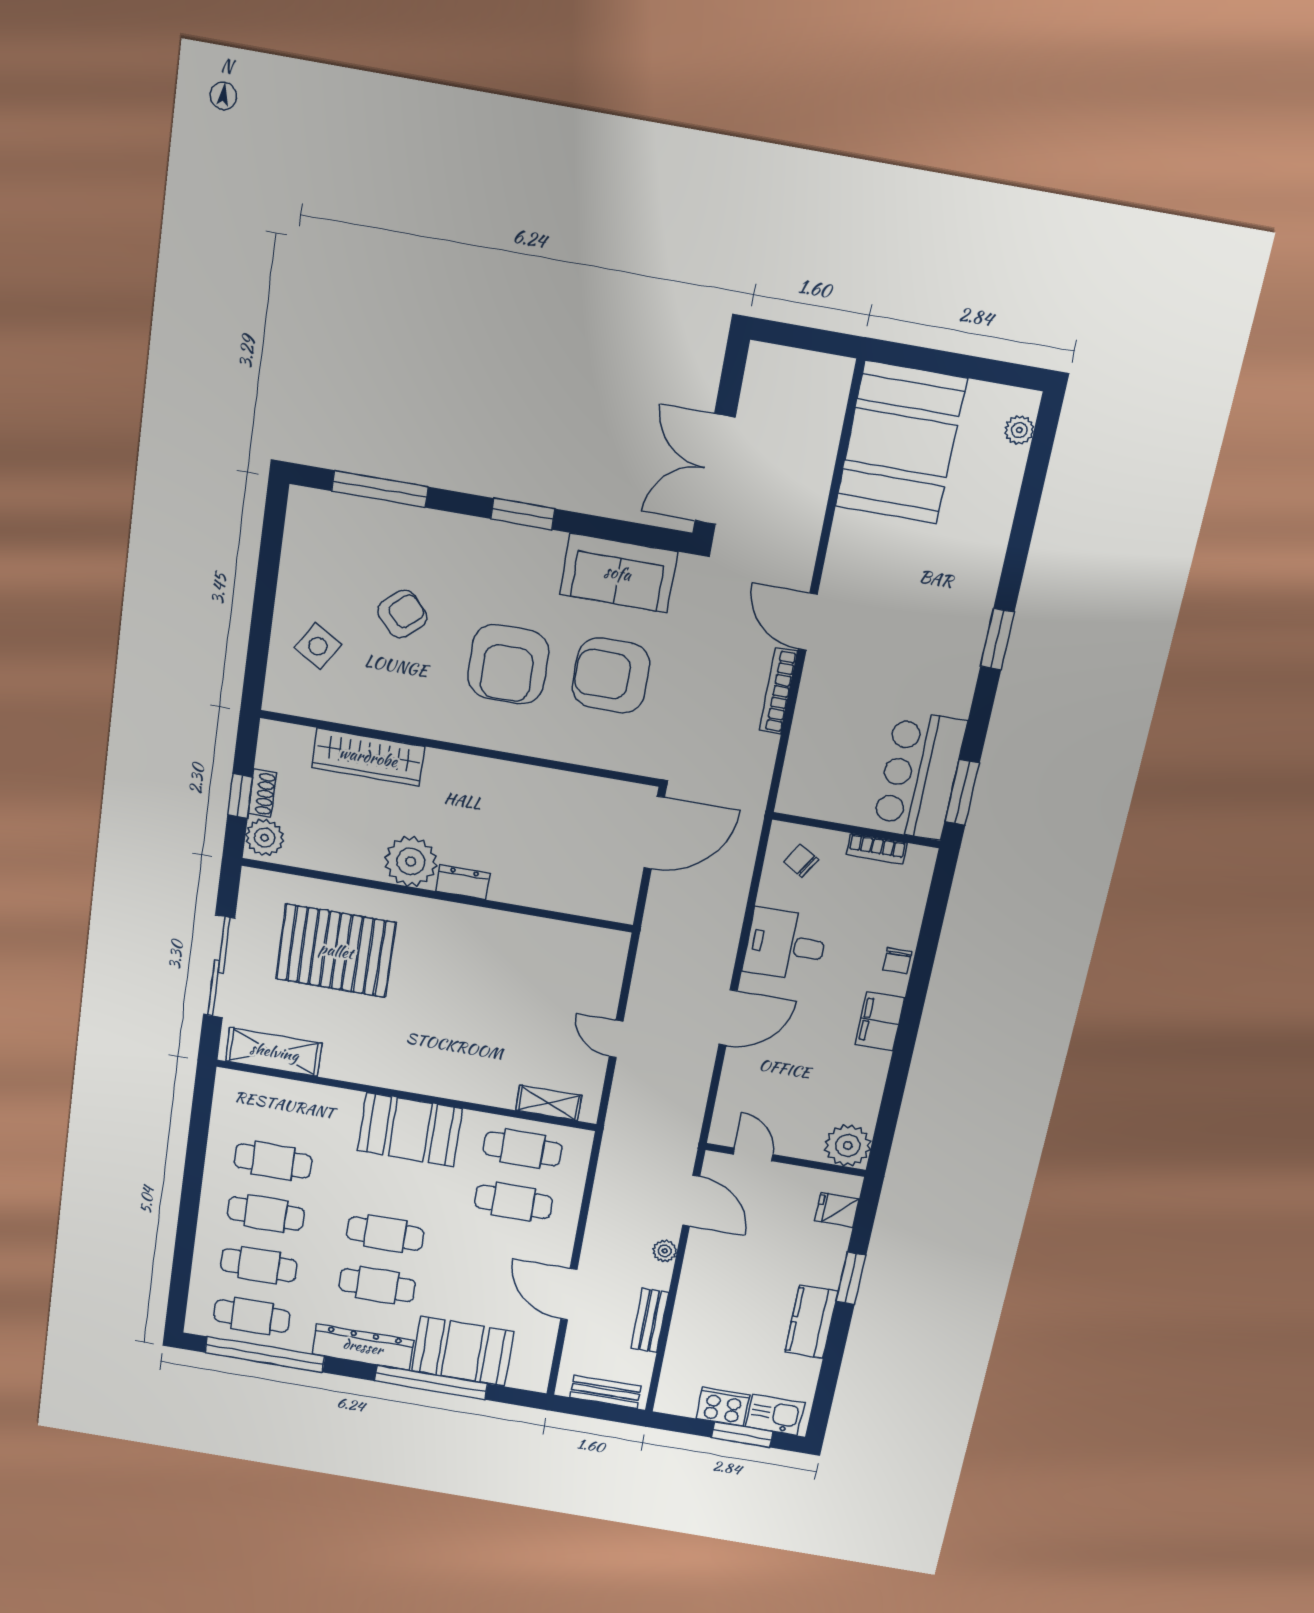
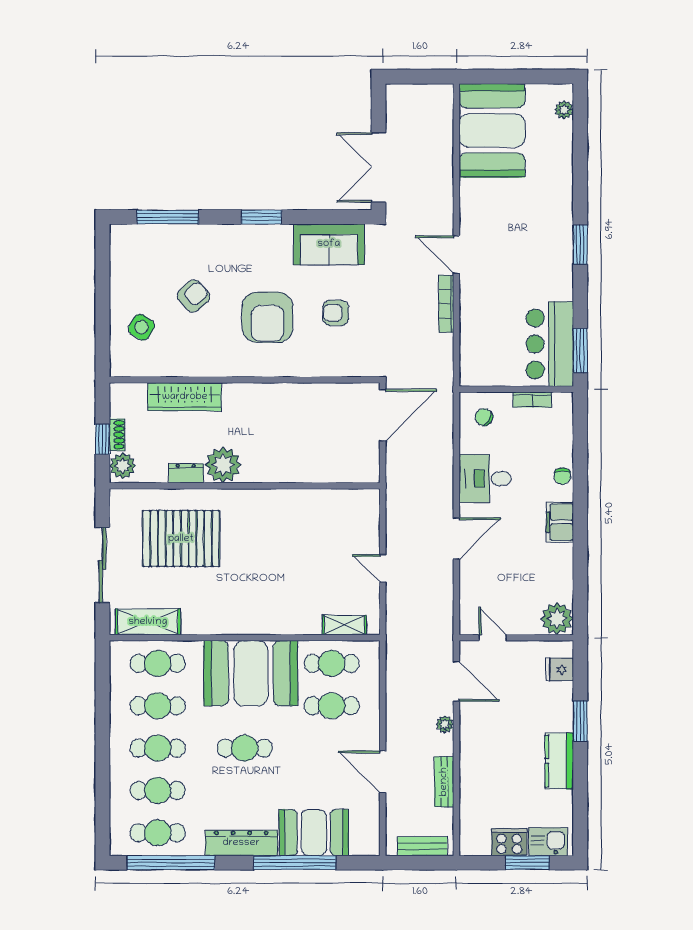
armchair: (611, 676) -> (336, 313), width x0.53, depth x0.53
dresser: (463, 882) -> (186, 473), moved
booth: (410, 1130) -> (251, 673), width x1.36, depth x1.42
cafe table: (377, 1285) -> (158, 663), moved

